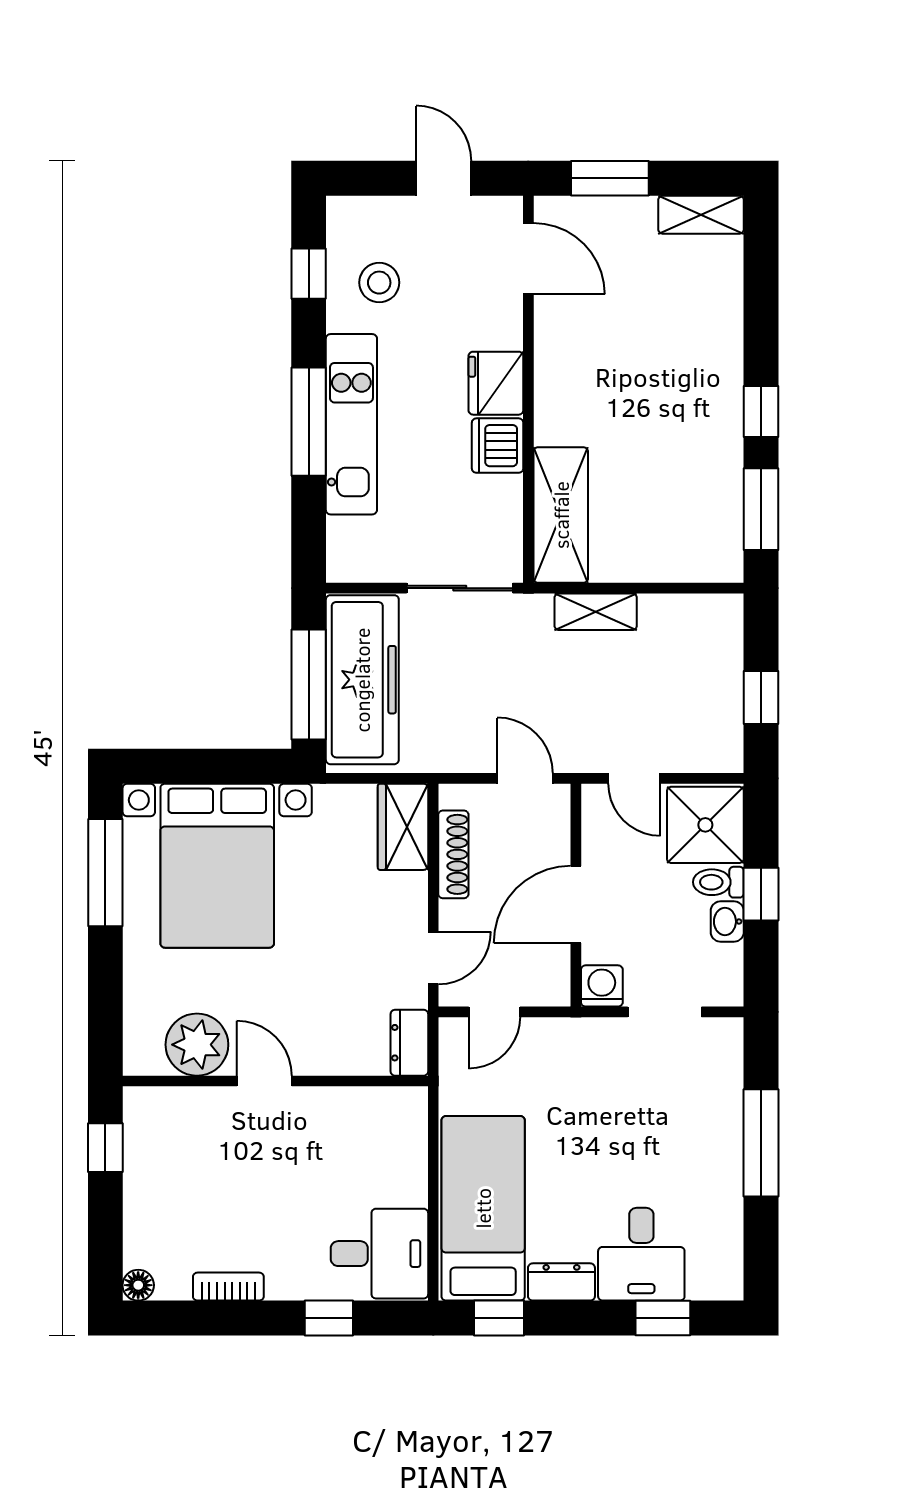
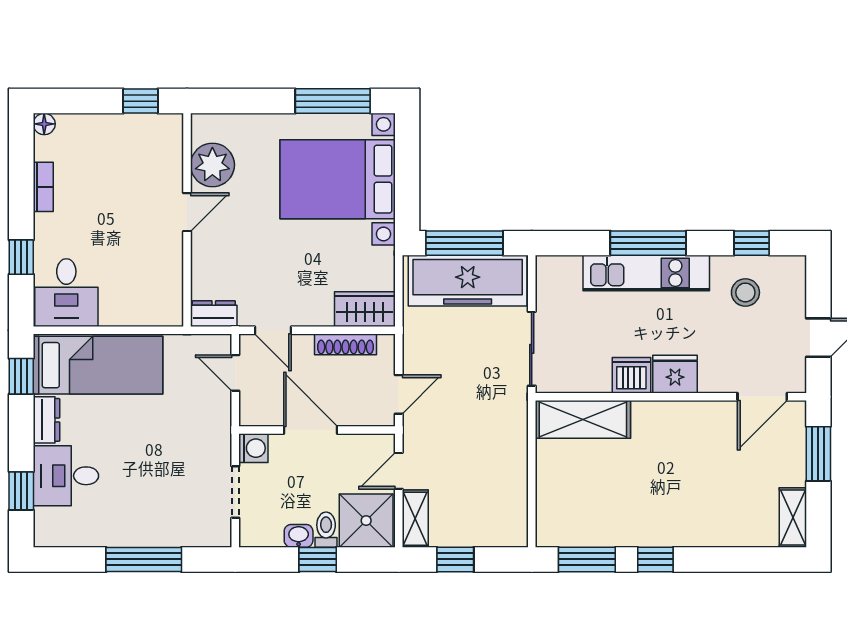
shelving: (596, 612) -> (415, 519), moved

